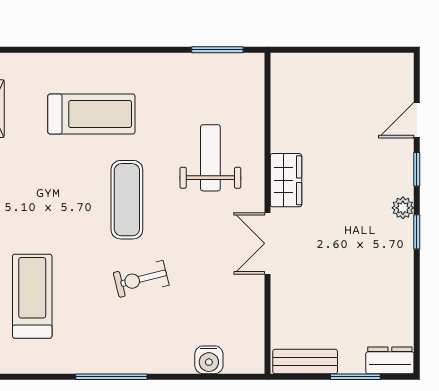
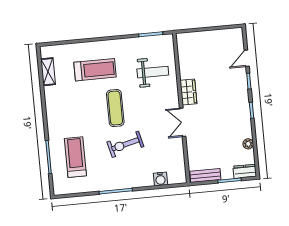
weight bench: (210, 158) -> (153, 72), moved, turned 90
plant: (403, 208) -> (248, 144), moved
exercise bike: (141, 279) -> (125, 144), width x1.38, depth x1.39

